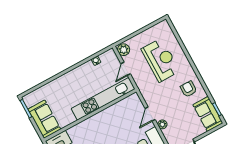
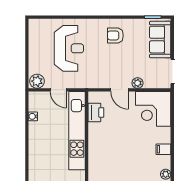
reception desk: (160, 60) -> (69, 48), turned 90
printer: (124, 106) -> (96, 112), added
sofa: (208, 114) -> (160, 40), moved, turned 90

